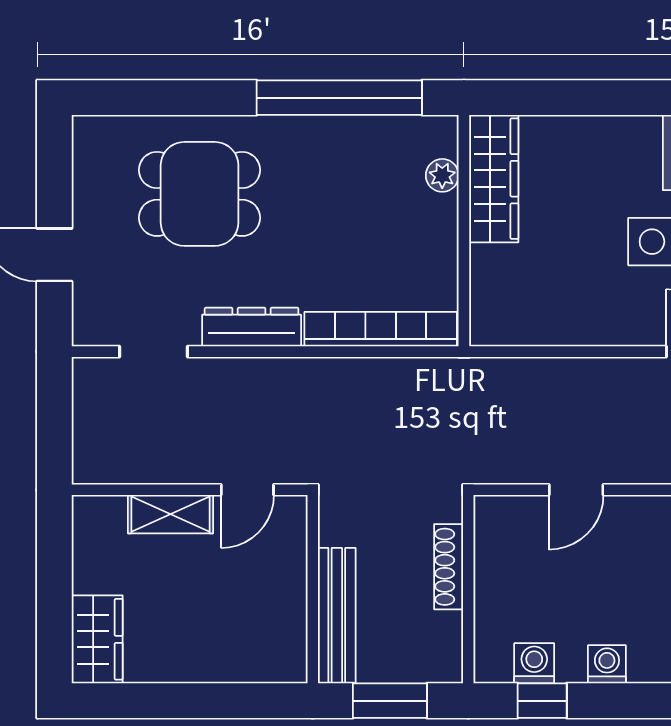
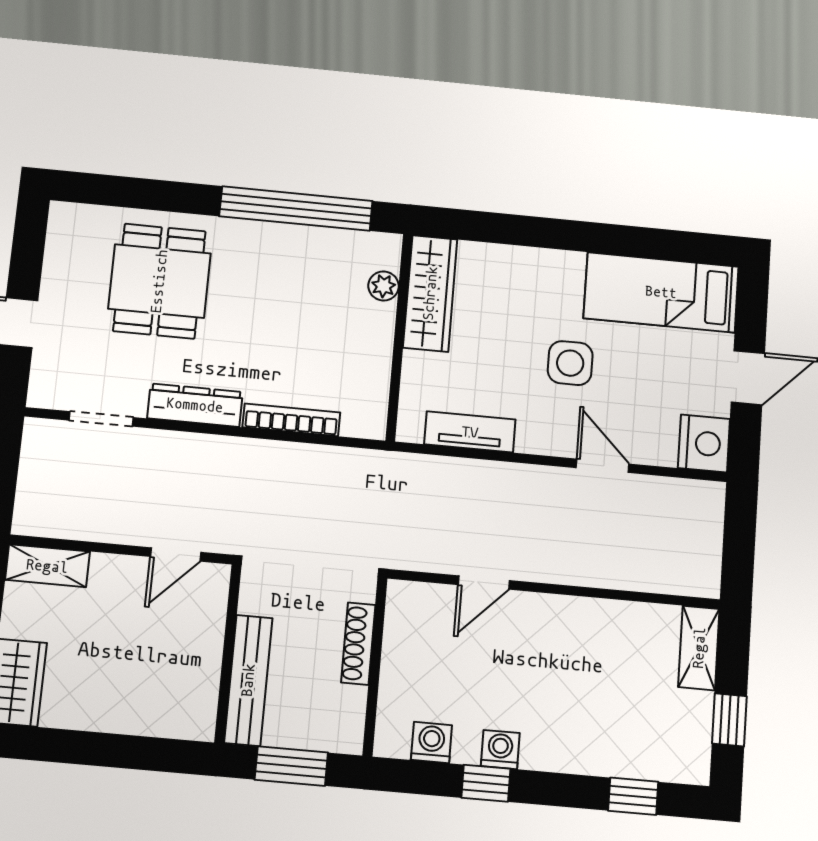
dining table: (200, 194) -> (159, 281), turned 90
tv unit: (549, 328) -> (470, 432), added
bookcase: (381, 329) -> (291, 420), width x0.68, depth x0.76
shelving: (171, 514) -> (47, 566), moved
window: (542, 701) -> (486, 783), moved

